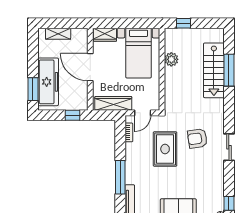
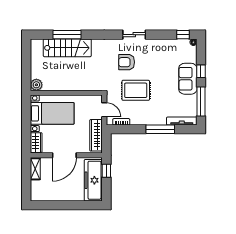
window: (184, 23) -> (26, 74), removed
shelving: (58, 34) -> (35, 169), moved
plant: (171, 59) -> (36, 85), moved
freezer: (48, 82) -> (93, 180), moved, turned -90
window: (33, 89) -> (84, 205), removed
armchair: (197, 138) -> (127, 62), turned 98

